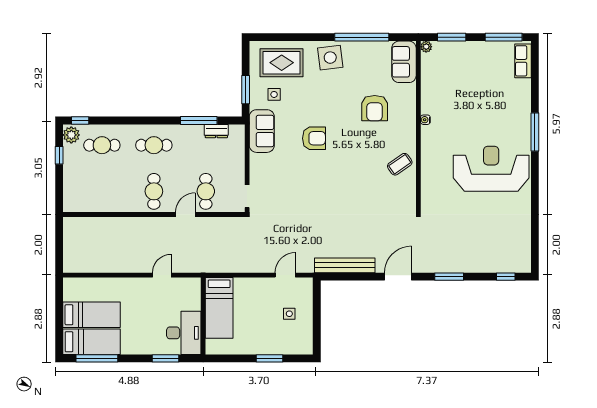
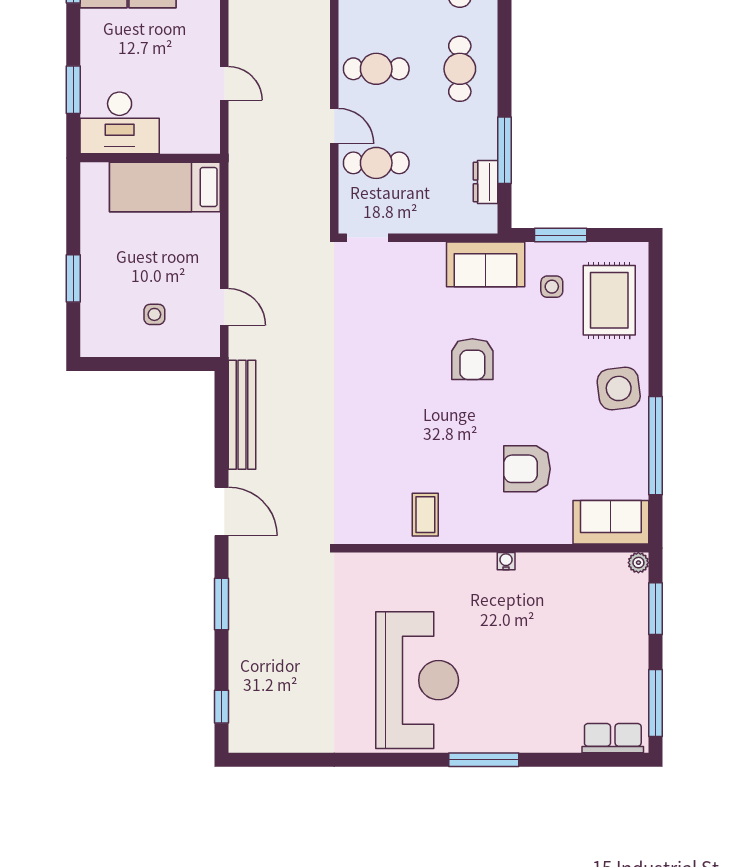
coffee table: (400, 164) -> (425, 515), turned 35

